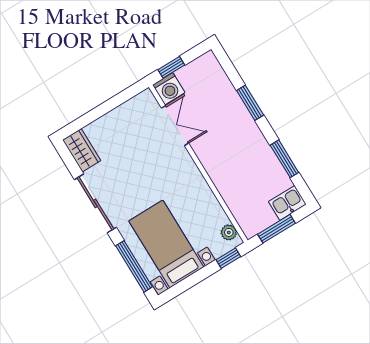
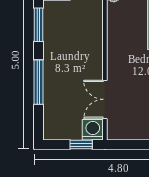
window: (250, 103) -> (39, 82), width x1.44

